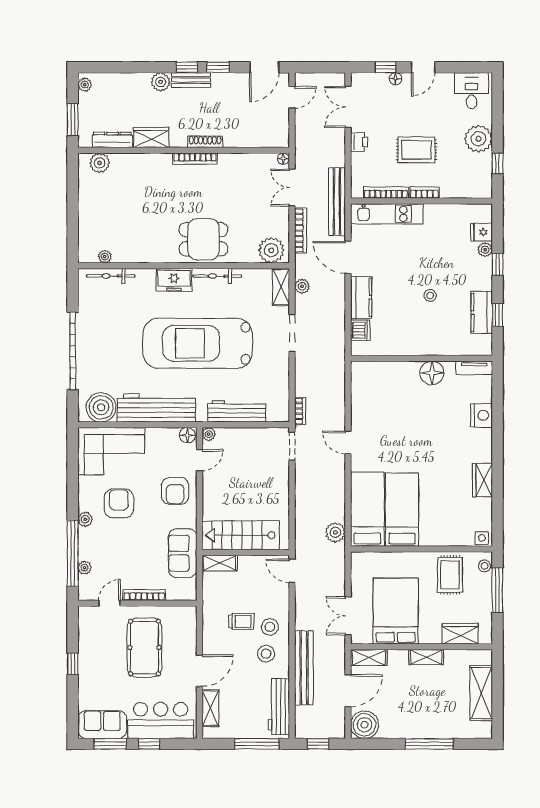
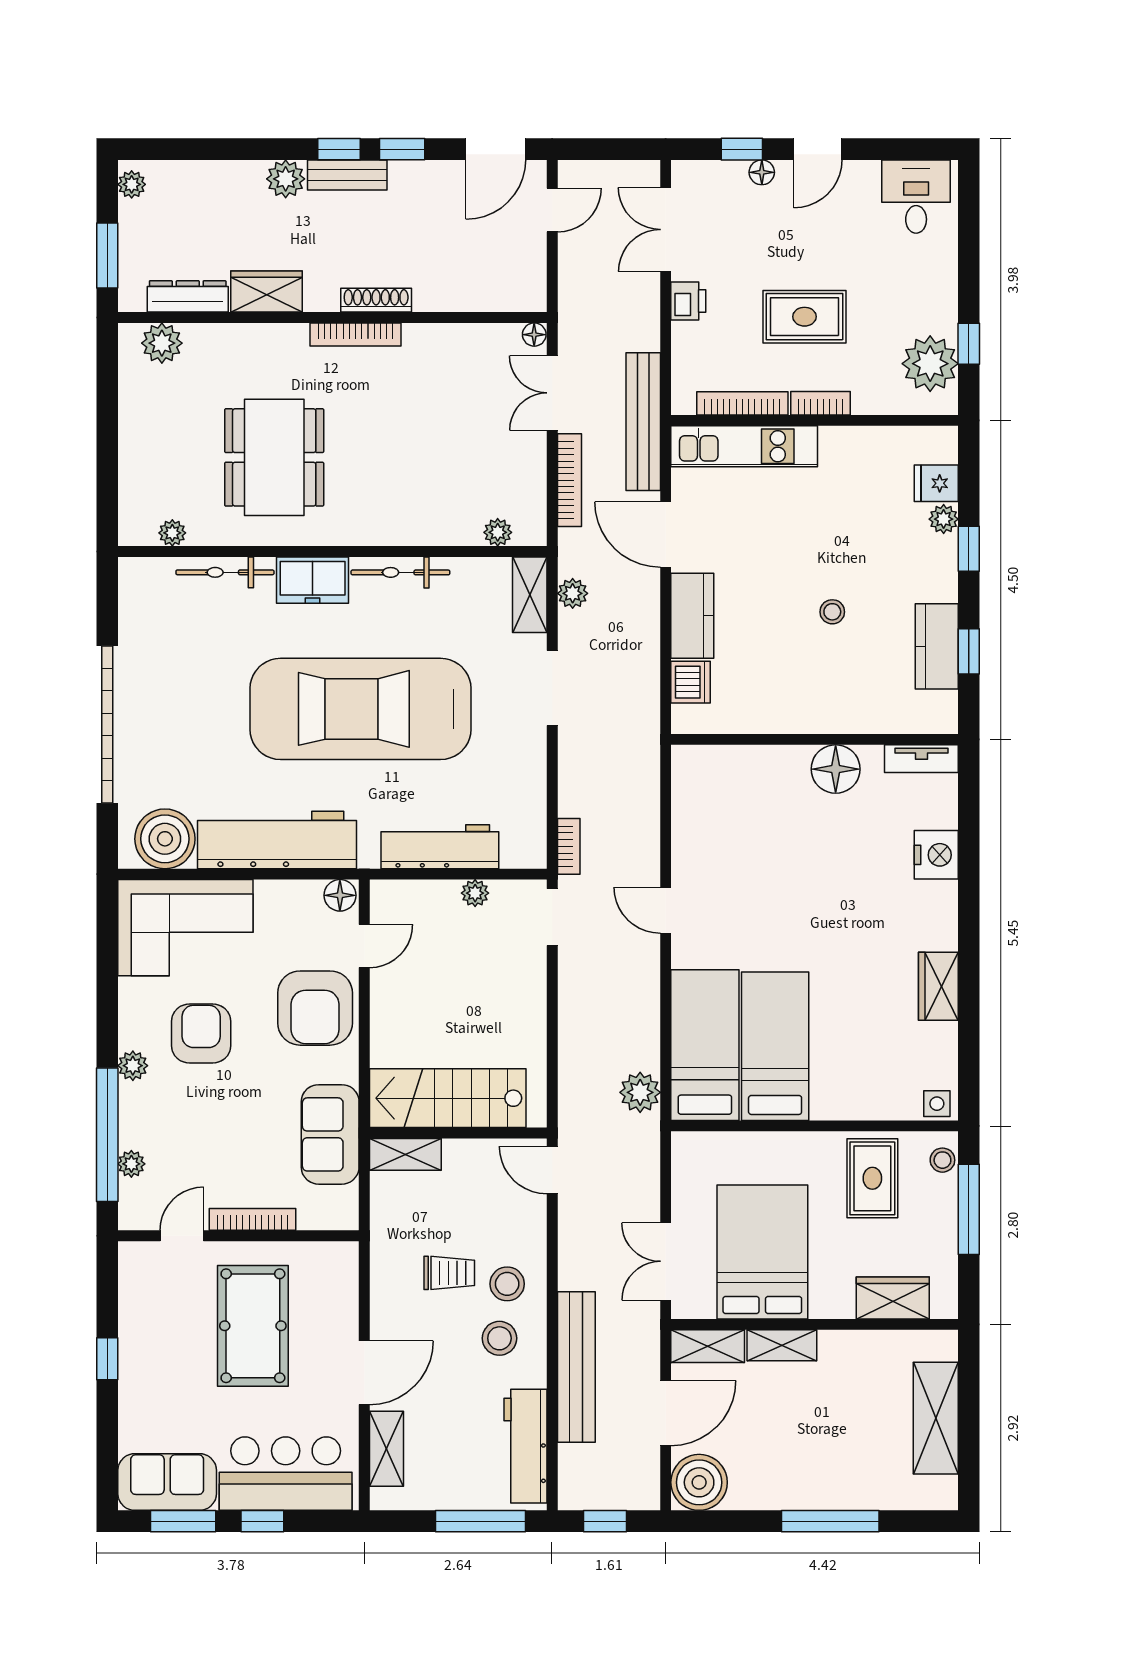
plant: (478, 139) -> (930, 364), moved
dining table: (203, 239) -> (274, 457), moved, width x1.38
plant: (271, 250) -> (498, 532), width x0.53, depth x0.53
bicycle: (111, 276) -> (225, 572), moved
plant: (209, 434) -> (475, 893), moved
armchair: (175, 491) -> (315, 1008), width x1.36, depth x1.36
shelving: (426, 657) -> (782, 1345), moved

